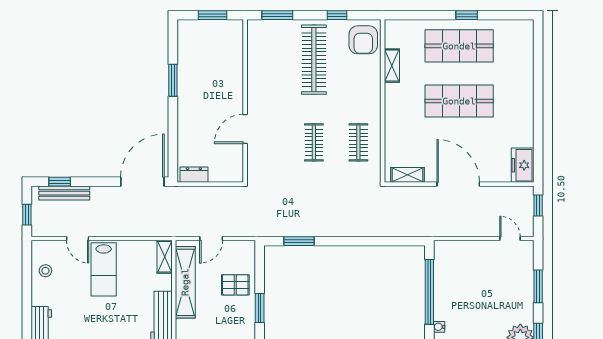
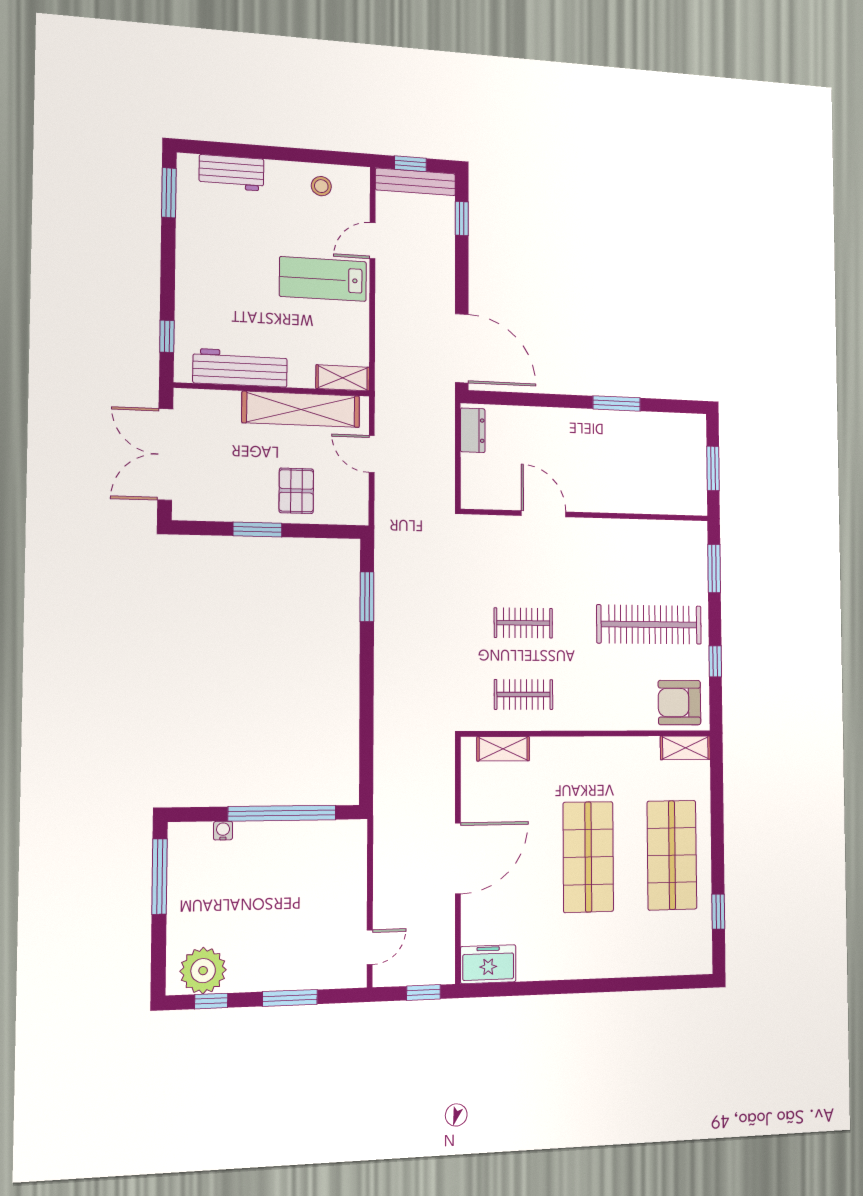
window: (467, 15) -> (718, 912), moved
shelving: (392, 66) -> (685, 748), moved
shelving: (407, 175) -> (503, 749), moved, turned 90
bench: (64, 193) -> (416, 182), moved, turned 90

